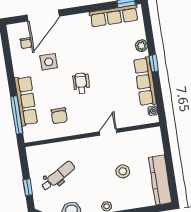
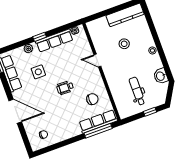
door: (43, 16) -> (15, 111), moved
side table: (49, 62) -> (38, 72), moved
row of seats: (26, 101) -> (98, 122), moved
dental chair: (58, 176) -> (137, 91), turned 31

